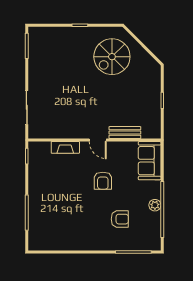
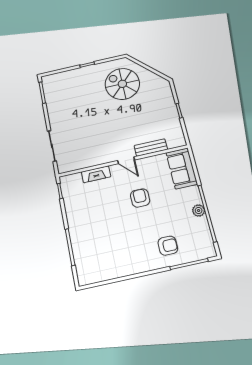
spiral stairs: (112, 57) -> (122, 84), turned 90
armchair: (103, 181) -> (140, 198), turned 180
armchair: (120, 219) -> (168, 246), moved

